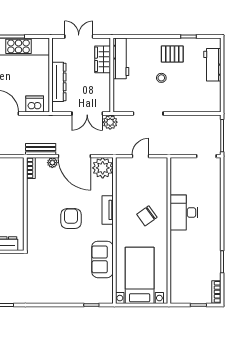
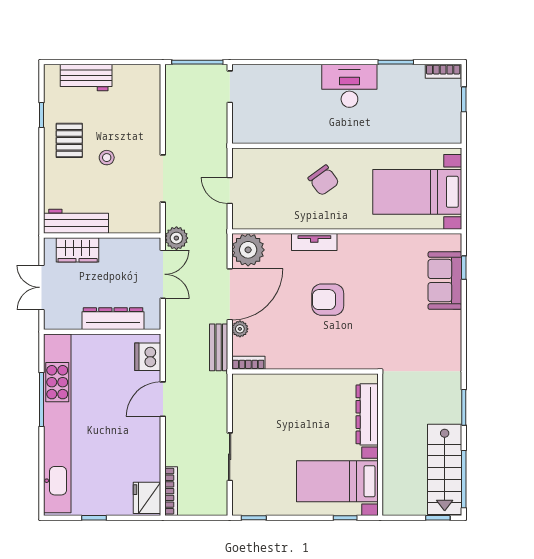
desk: (184, 212) -> (349, 86), moved, turned 180
sofa: (102, 259) -> (445, 281), moved, turned 90

